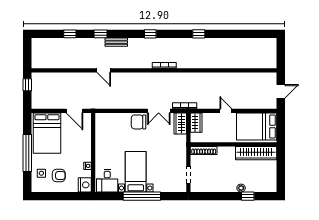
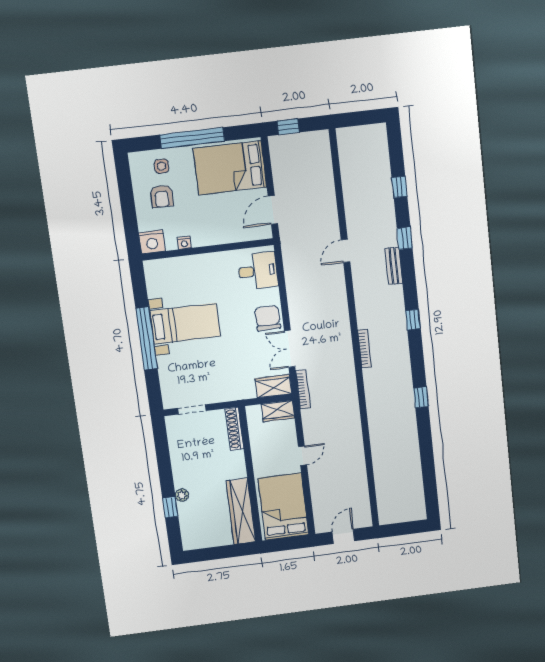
window: (27, 85) -> (288, 127), moved
door: (281, 91) -> (343, 536), swing flipped
desk: (107, 181) -> (258, 271), moved, turned 180

